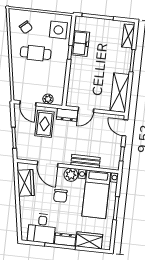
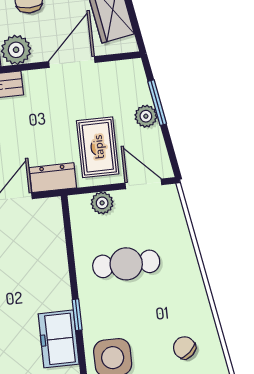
cafe table: (36, 53) -> (126, 264), moved
plant: (20, 133) -> (146, 116), added
door: (48, 164) -> (72, 62), hinge flipped

